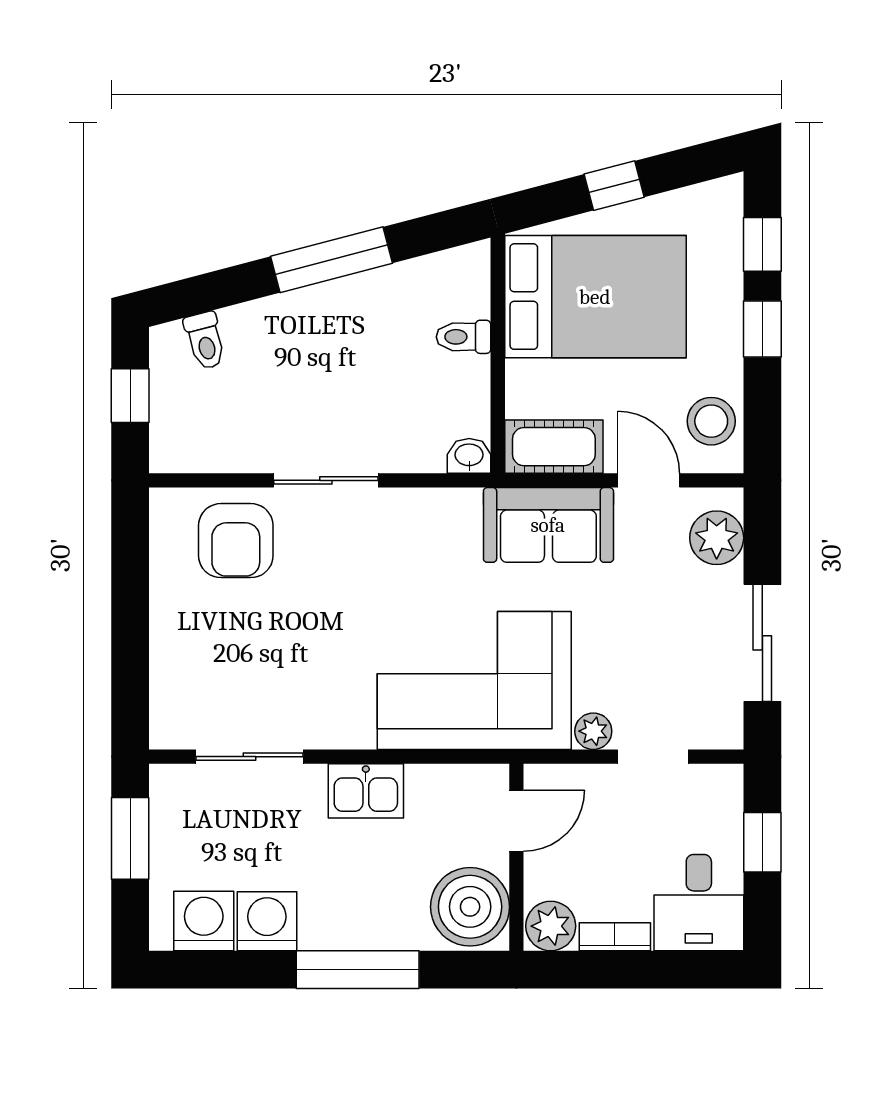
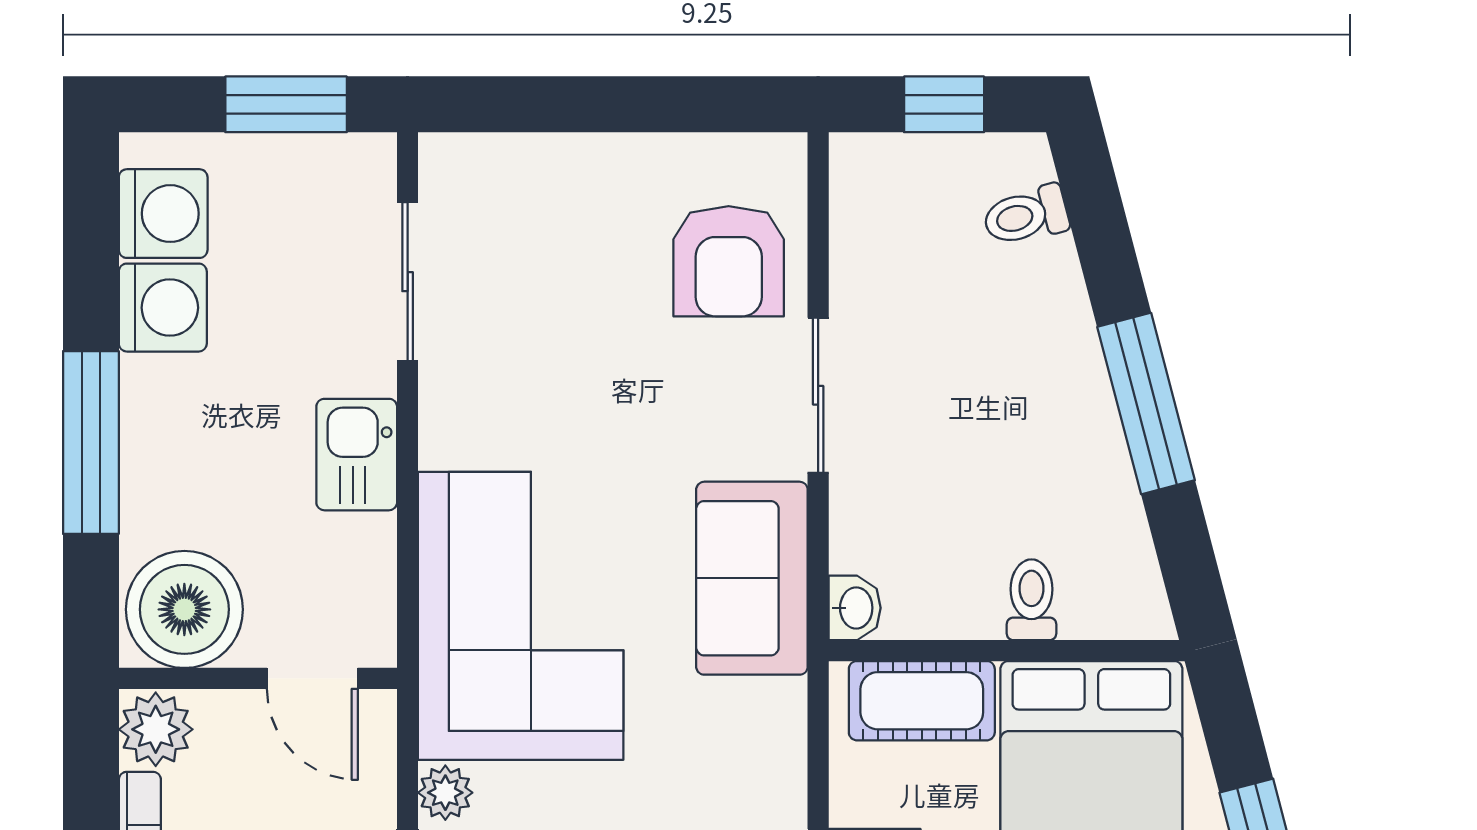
cot: (554, 447) -> (922, 701), moved, turned 90
sofa: (548, 525) -> (752, 578), moved
armchair: (236, 541) -> (729, 261), turned -90

